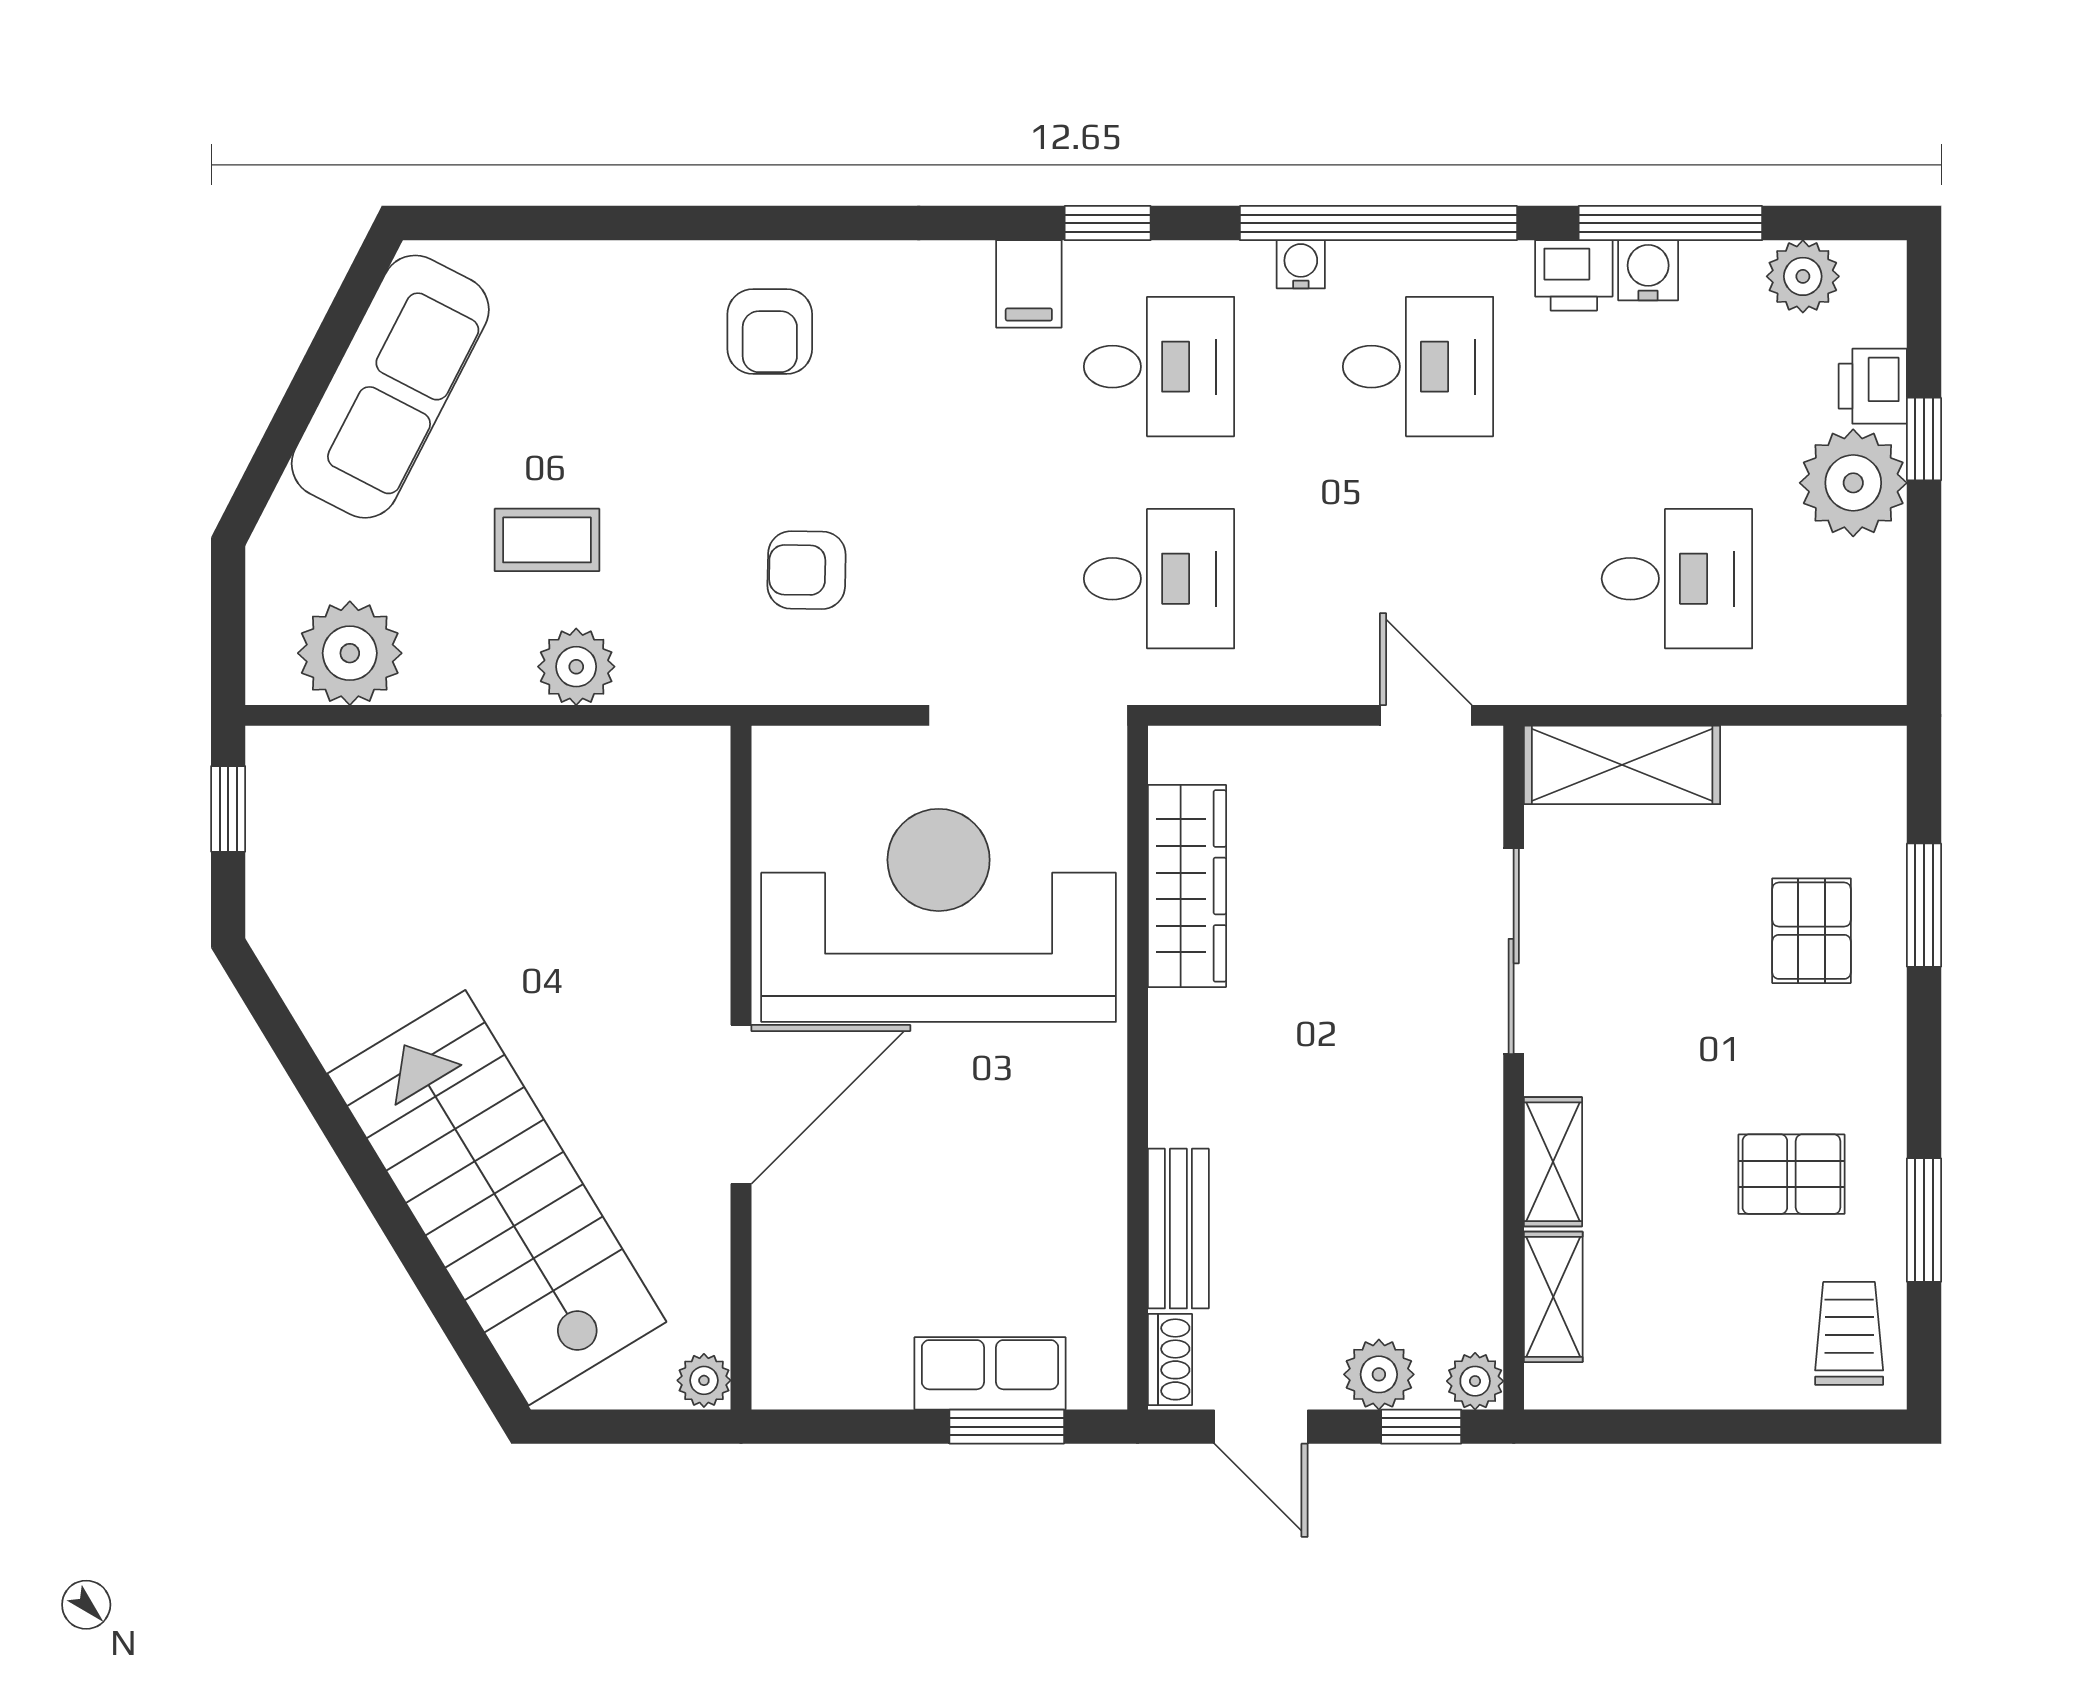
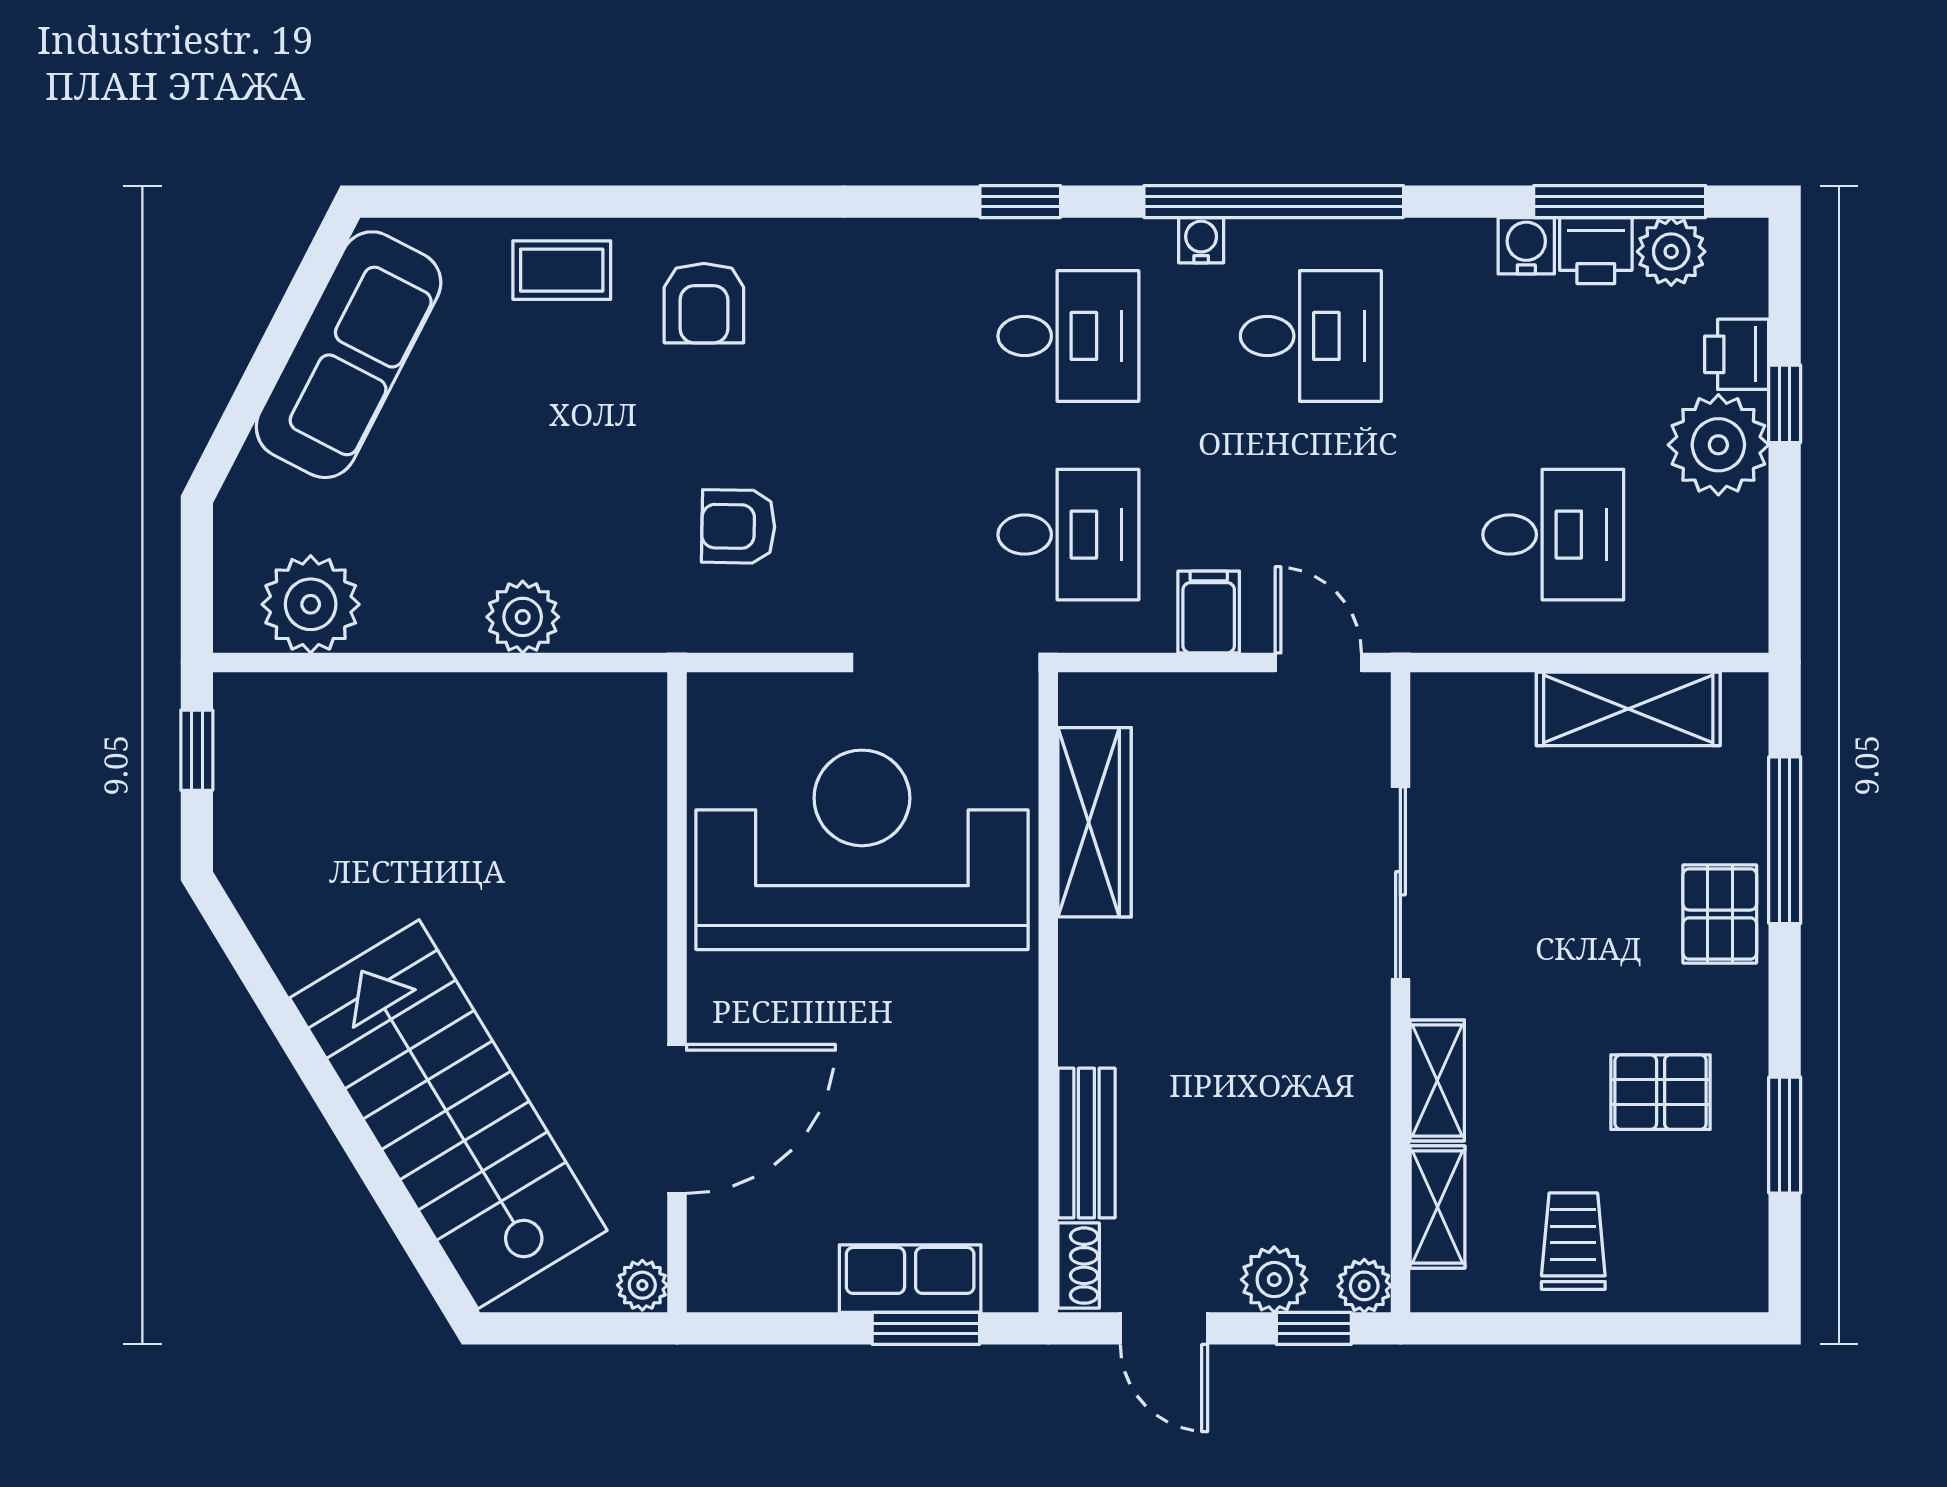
window: (1670, 223) -> (1620, 202), moved
printer: (1574, 275) -> (1596, 251), moved
filing cabinet: (1029, 284) -> (1209, 612), moved, turned 180
coffee table: (547, 540) -> (562, 270), moved
shelving: (1622, 765) -> (1628, 709), moved
window: (1924, 905) -> (1785, 840), width x1.44
pallet: (1812, 931) -> (1720, 914), moved
door: (741, 1104) -> (677, 1119), moved
trolley: (1849, 1333) -> (1573, 1241), moved

